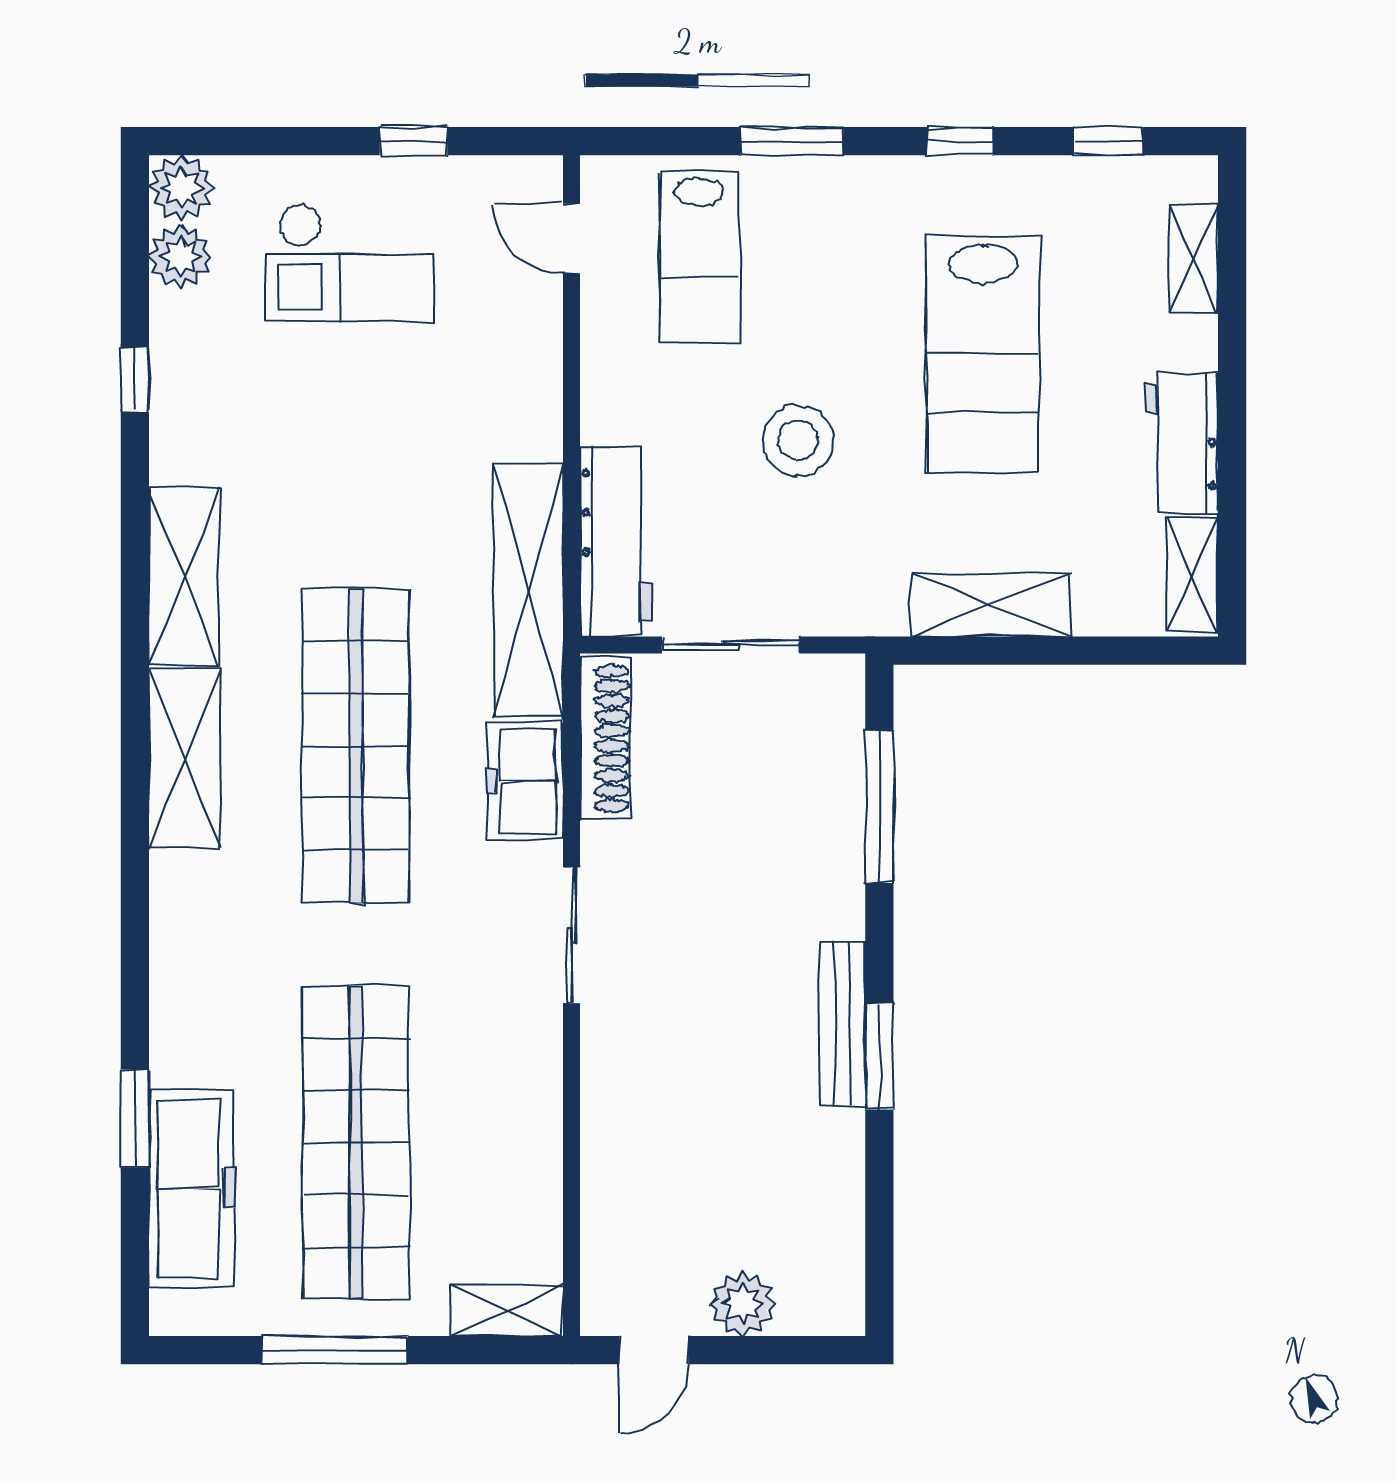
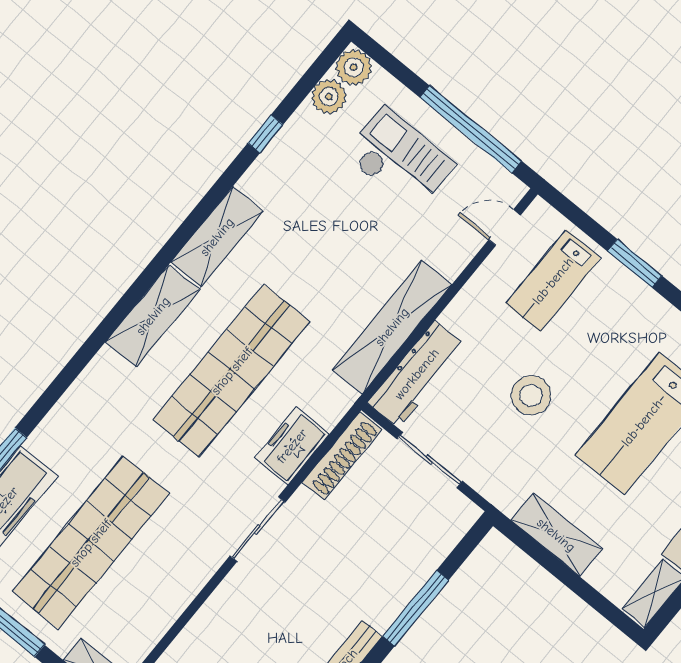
window: (414, 141) -> (471, 129), width x3.17
door: (572, 239) -> (505, 227), hinge flipped
checkout: (349, 263) -> (400, 159), turned 180
shelving: (529, 591) -> (392, 327), moved
window: (879, 807) -> (416, 608), moved

